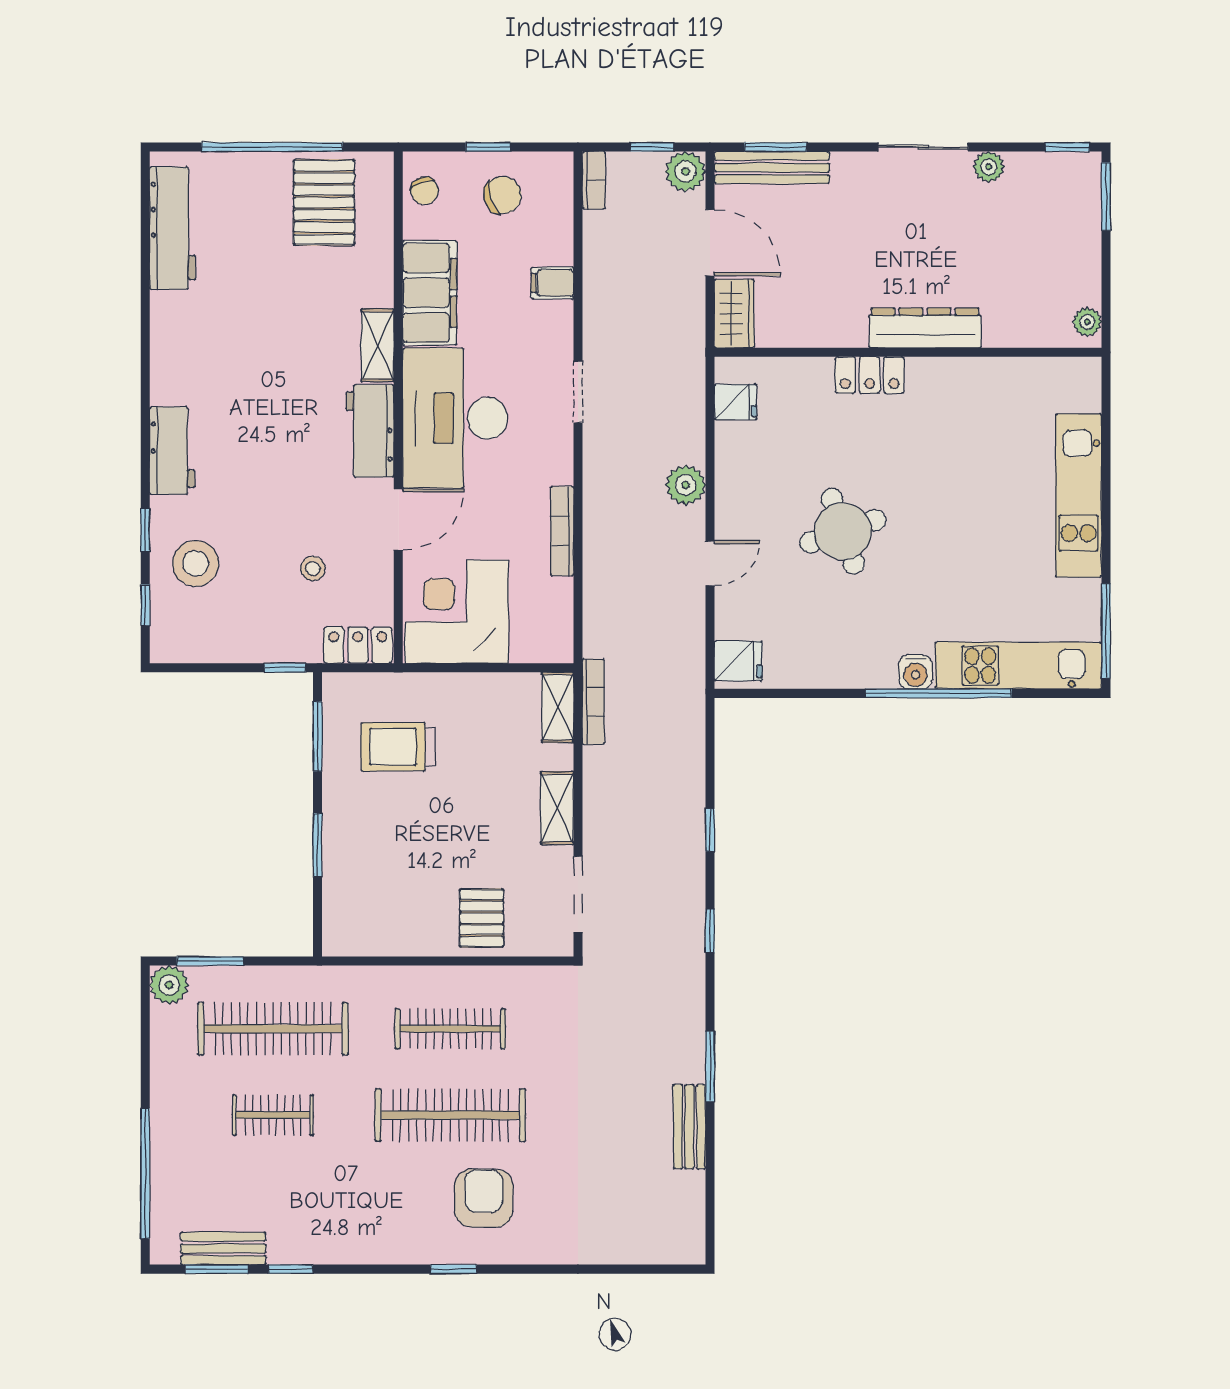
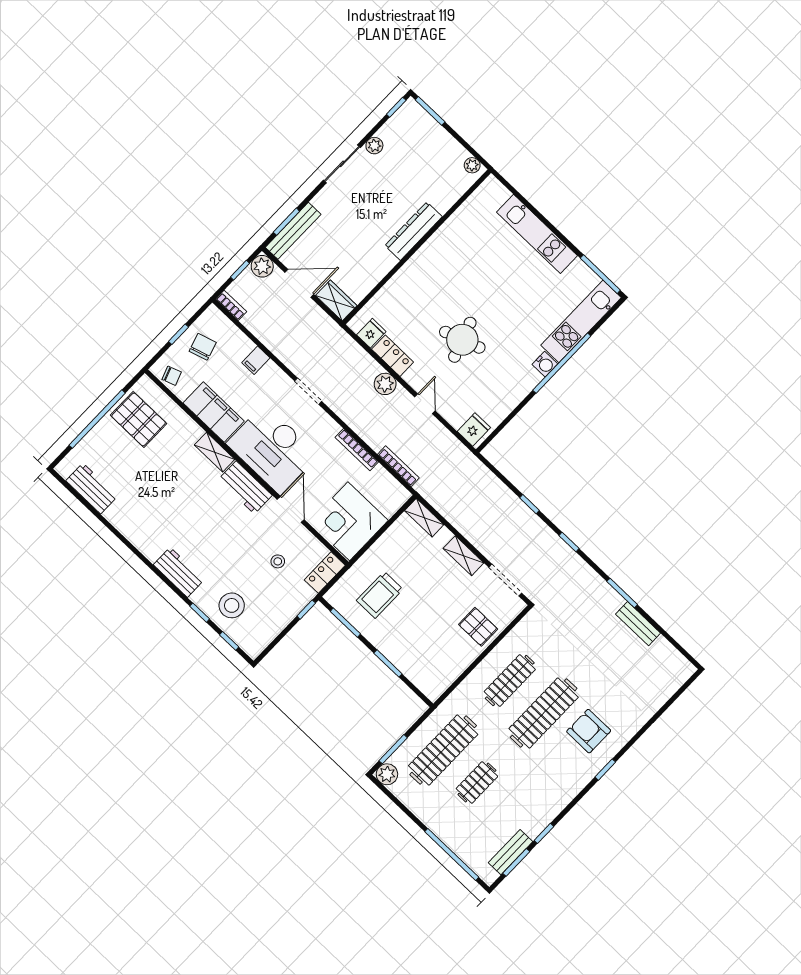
workbench: (173, 228) -> (92, 488), width x0.73
locker: (870, 375) -> (393, 356), moved, turned -90
bookcase: (593, 702) -> (398, 466), moved

